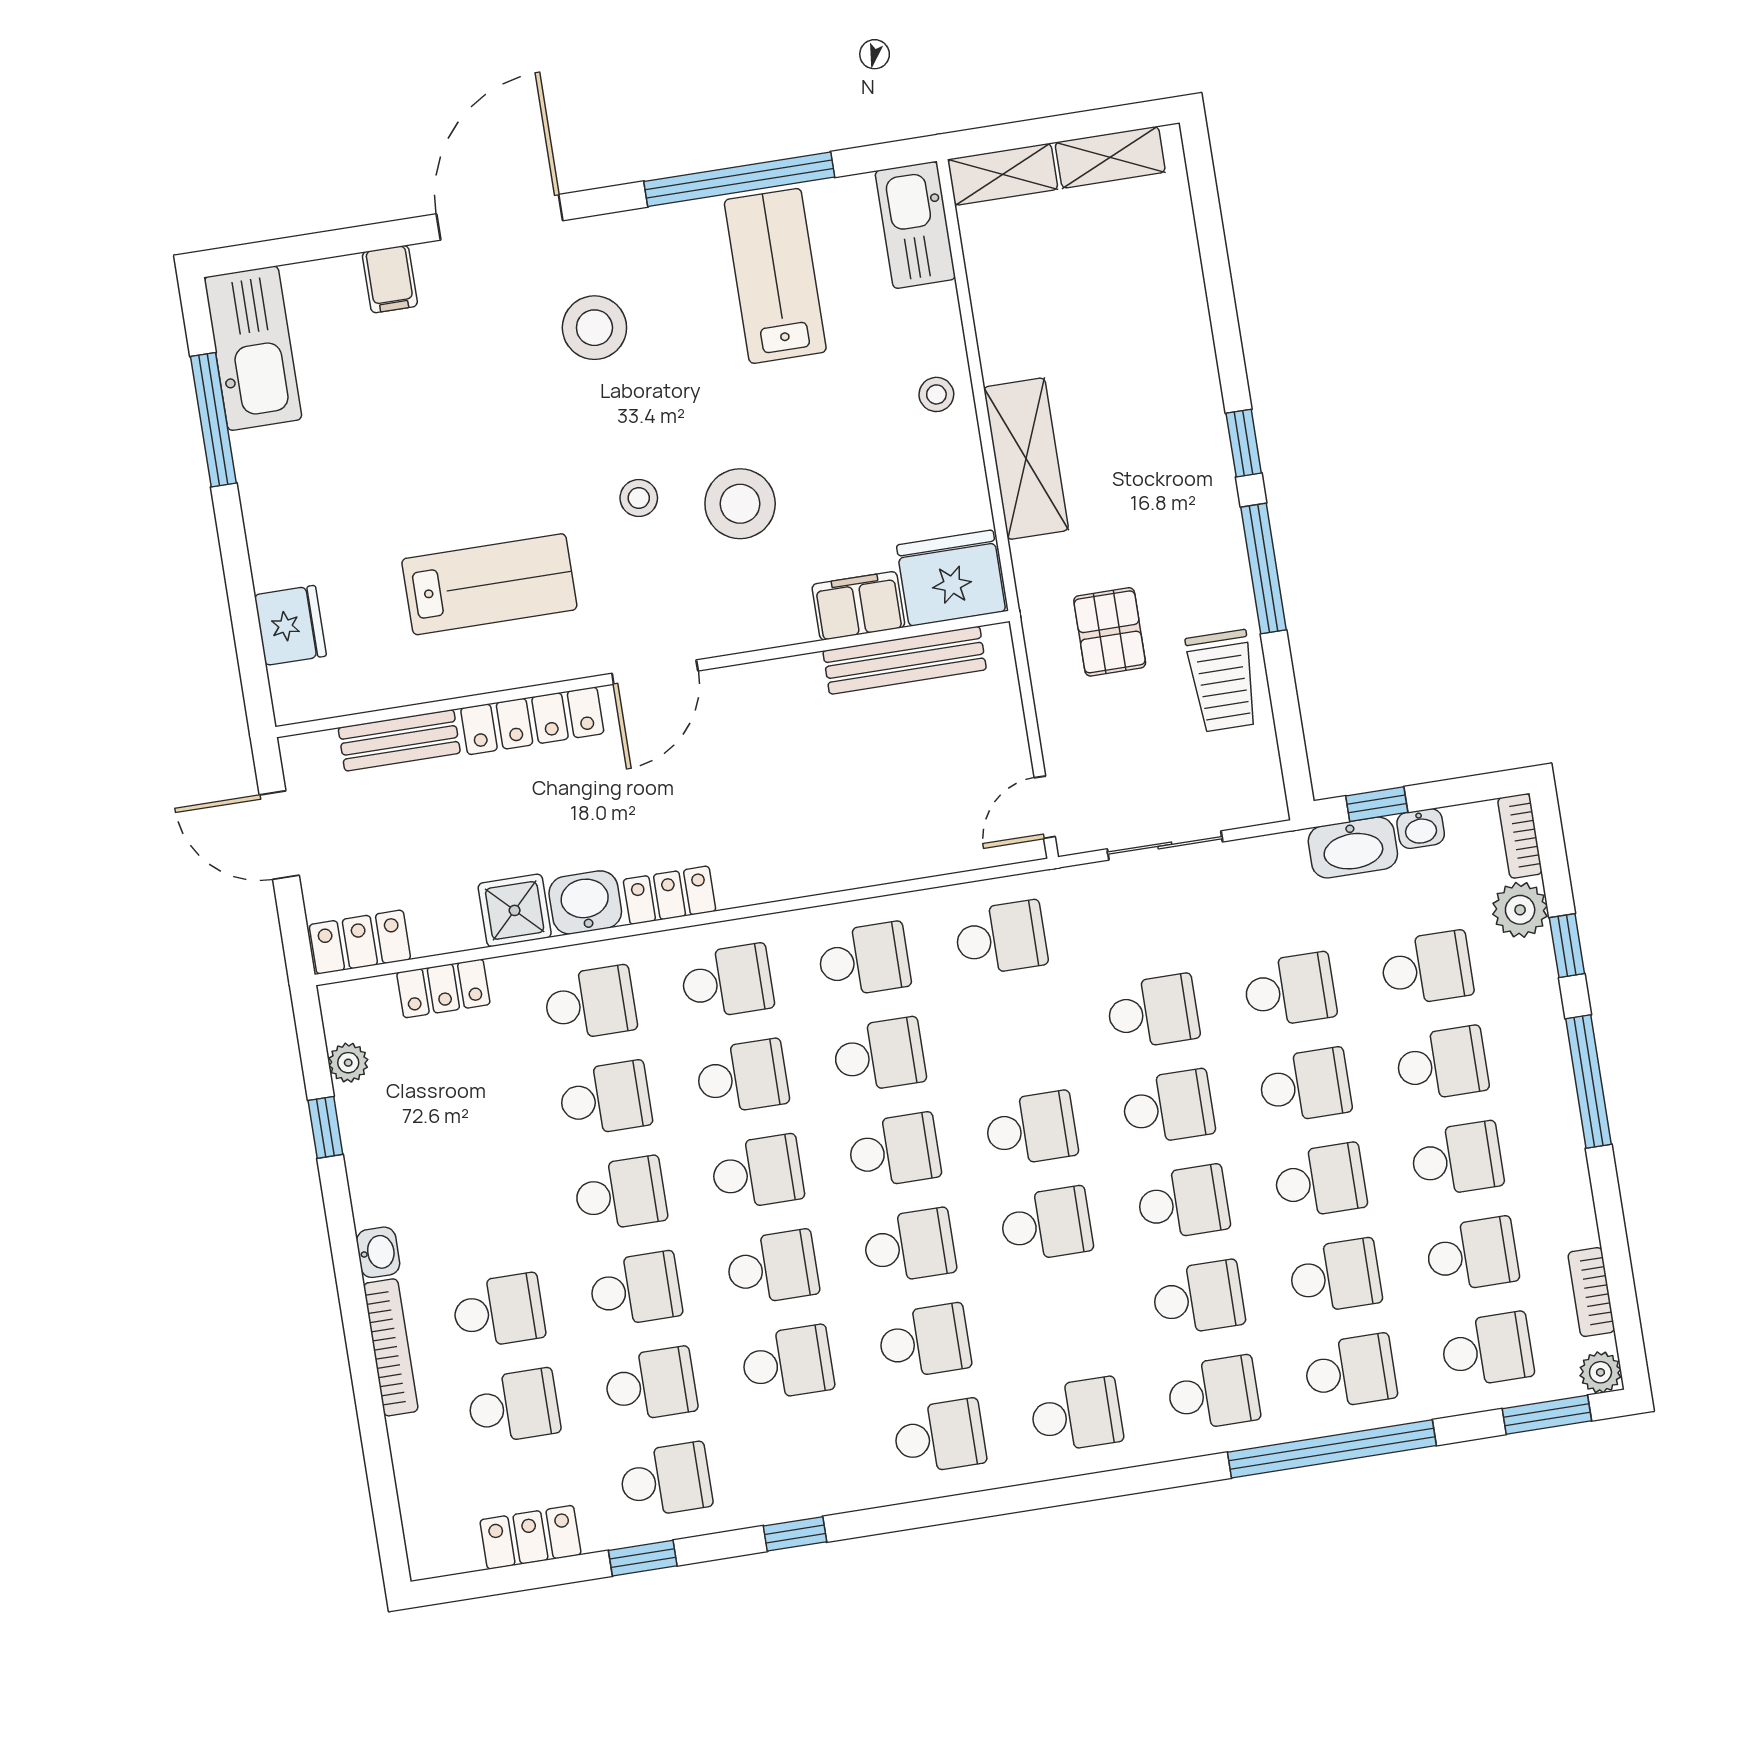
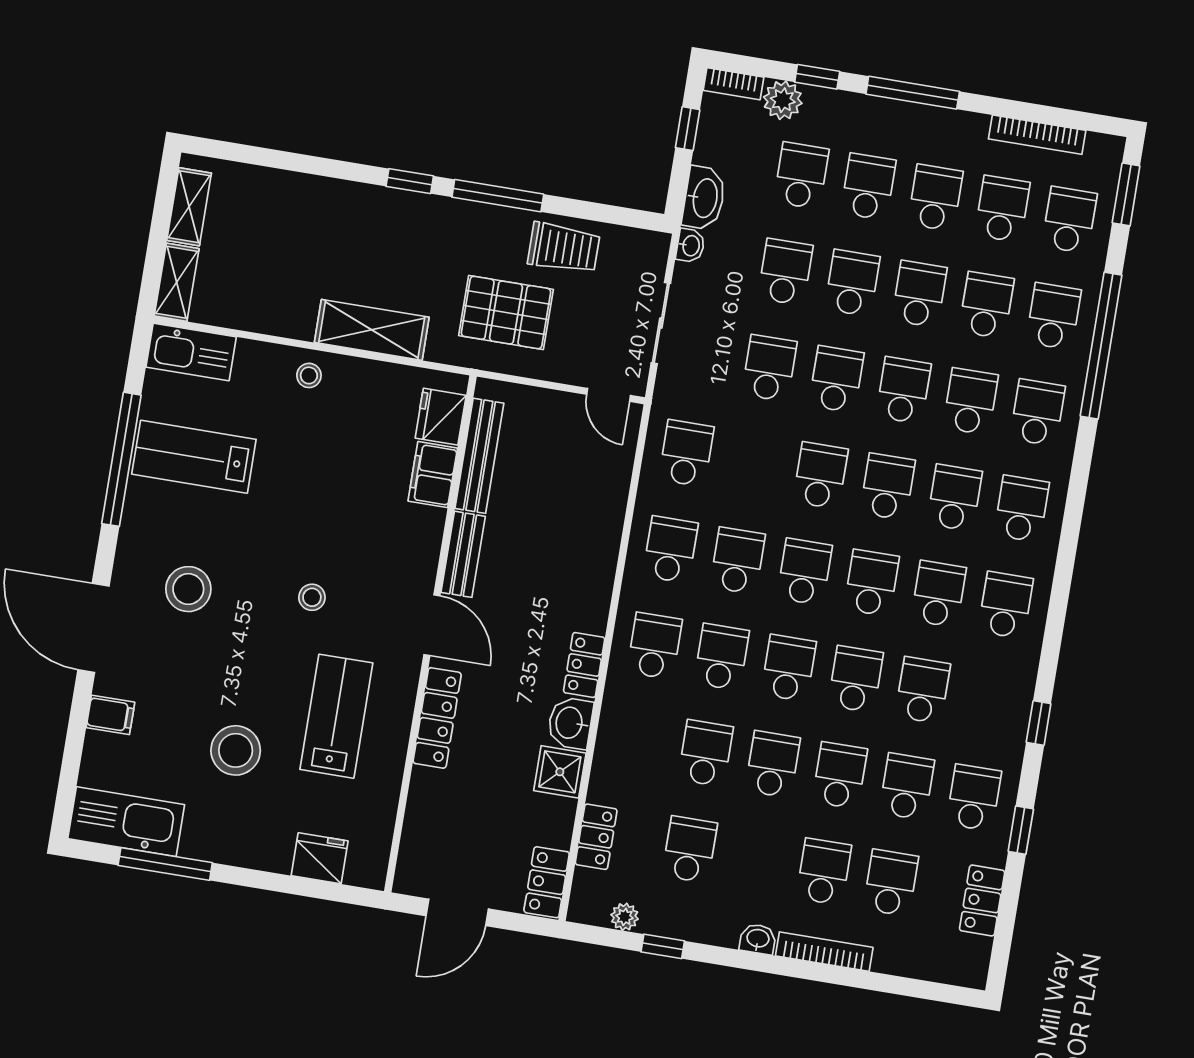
stool: (740, 504) -> (236, 750), moved
fridge: (951, 578) -> (441, 417), width x0.73, depth x0.75
pallet: (1110, 632) -> (506, 312), width x1.50, depth x1.42
bench: (399, 740) -> (463, 554), moved
window: (1377, 804) -> (688, 129), moved
washbasin: (1421, 829) -> (690, 246), moved
school desk: (590, 1003) -> (690, 849), moved
bookcase: (1591, 1292) -> (1037, 135), width x1.56
school desk: (1061, 1320) -> (955, 498), added
plant: (1600, 1372) -> (1110, 149), removed

